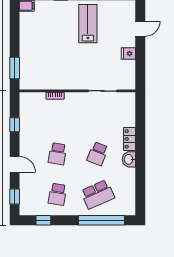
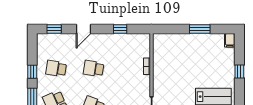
window: (15, 68) -> (200, 29), moved
window: (43, 220) -> (32, 72), moved

